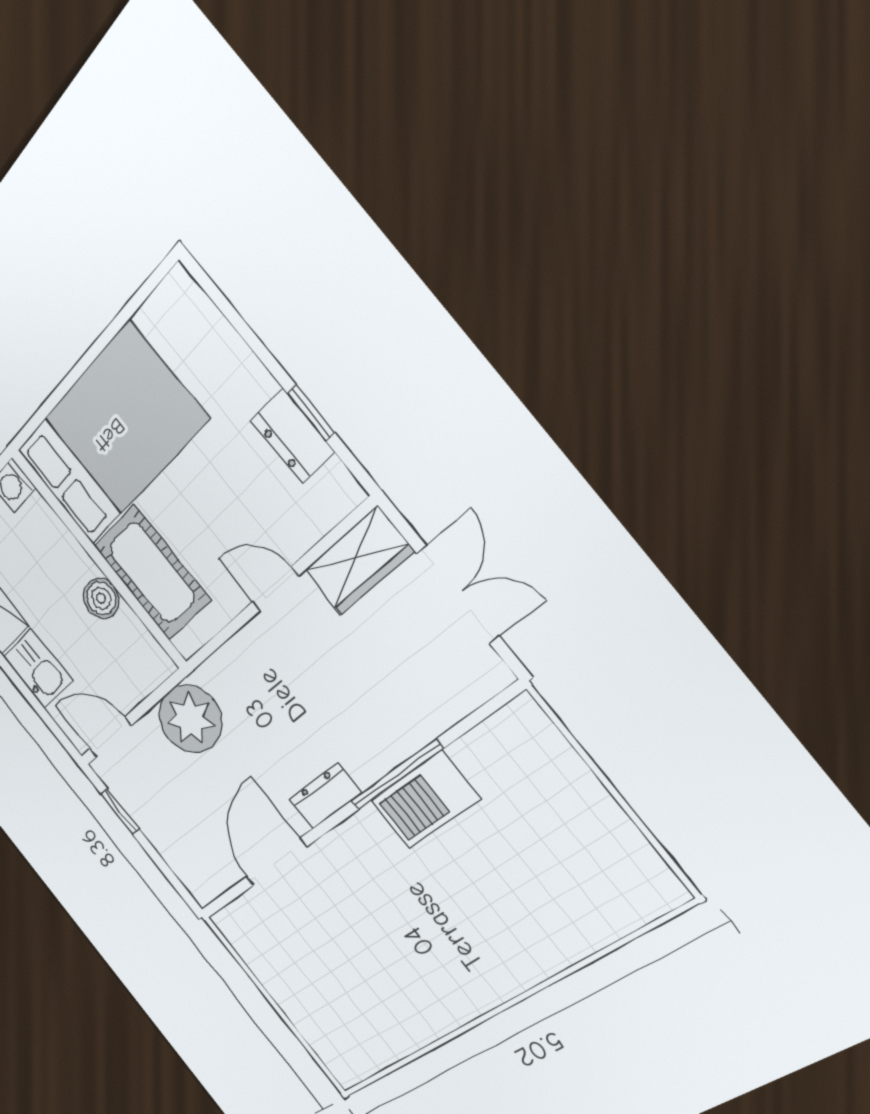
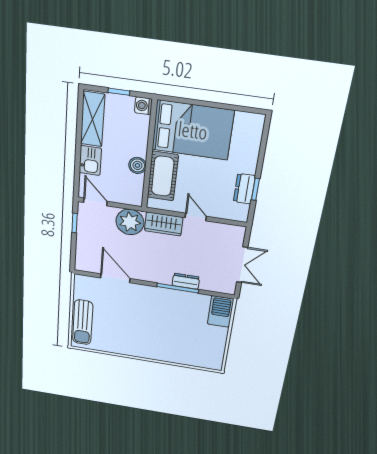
wardrobe: (359, 561) -> (164, 224), moved
dresser: (325, 796) -> (186, 281), moved
barbecue: (425, 800) -> (221, 312), moved, turned 90
door: (276, 862) -> (115, 278), hinge flipped
sun lounger: (315, 1015) -> (83, 322), added

